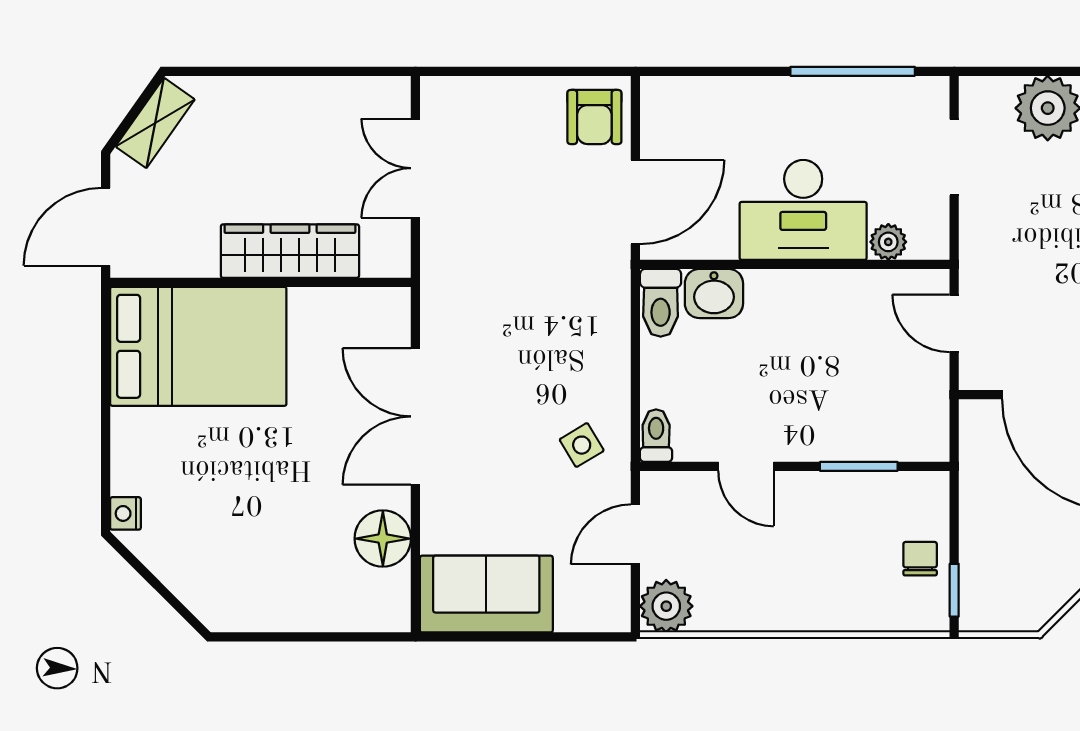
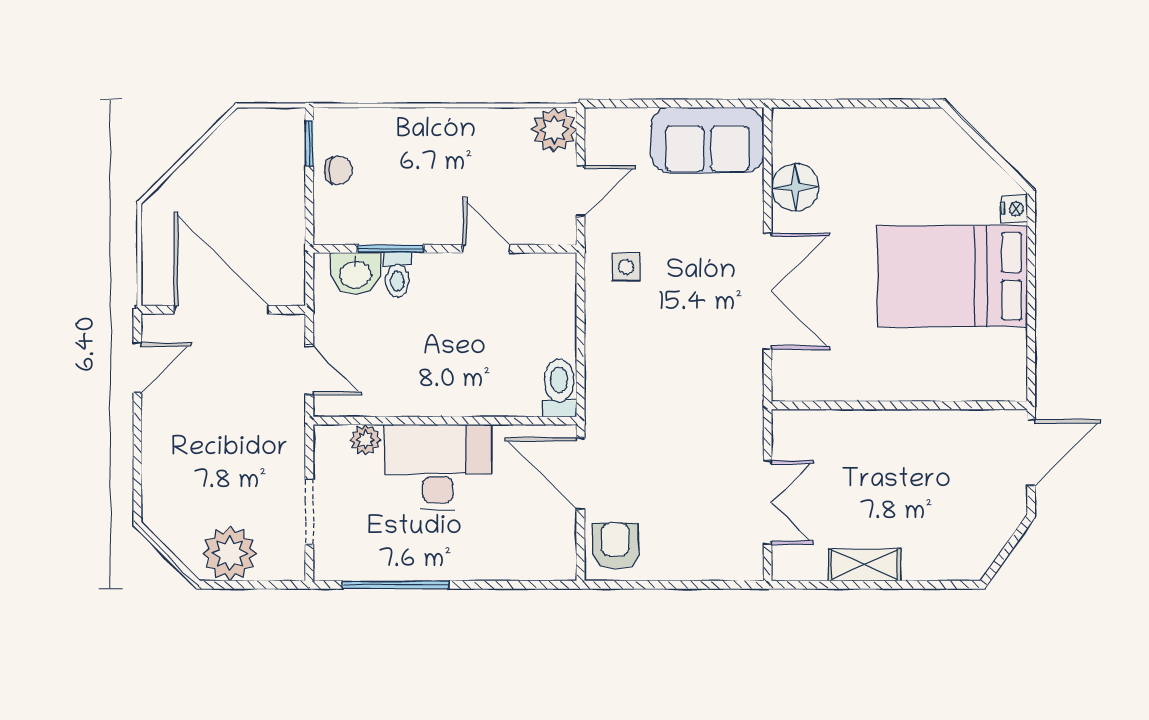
shelving: (155, 123) -> (865, 565), moved, turned 55
door: (635, 202) -> (580, 474), hinge flipped
wardrobe: (290, 251) -> (874, 432), removed
washbasin: (714, 293) -> (356, 274), moved, turned 180
bed: (198, 346) -> (952, 276), moved
toilet: (656, 436) -> (397, 275), moved
side table: (582, 445) -> (626, 267), turned 31
chair: (920, 559) -> (338, 170), turned -90

